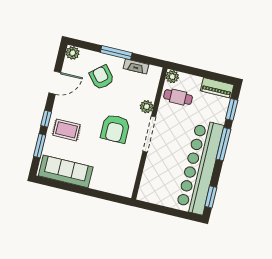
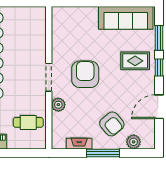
plant: (73, 53) -> (134, 142), moved
plant: (172, 77) -> (39, 142), removed
doorway: (149, 134) -> (49, 77), width x0.73

